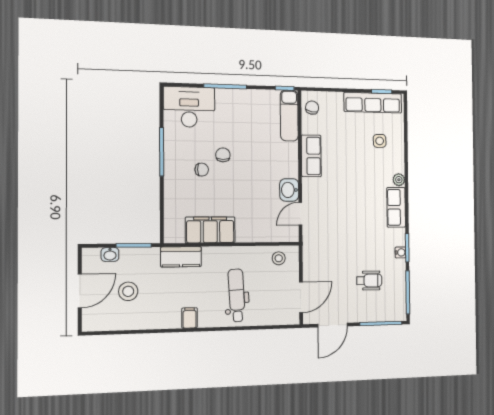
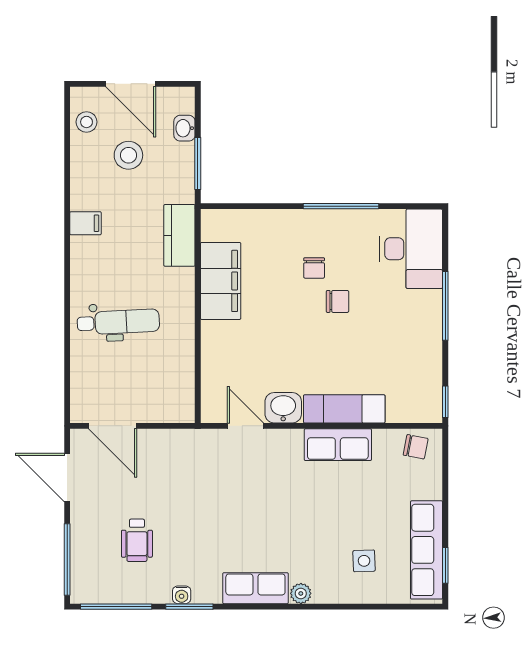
exam couch: (289, 116) -> (344, 409), moved
stool: (279, 258) -> (87, 122), moved
filing cabinet: (190, 318) -> (85, 223), moved

